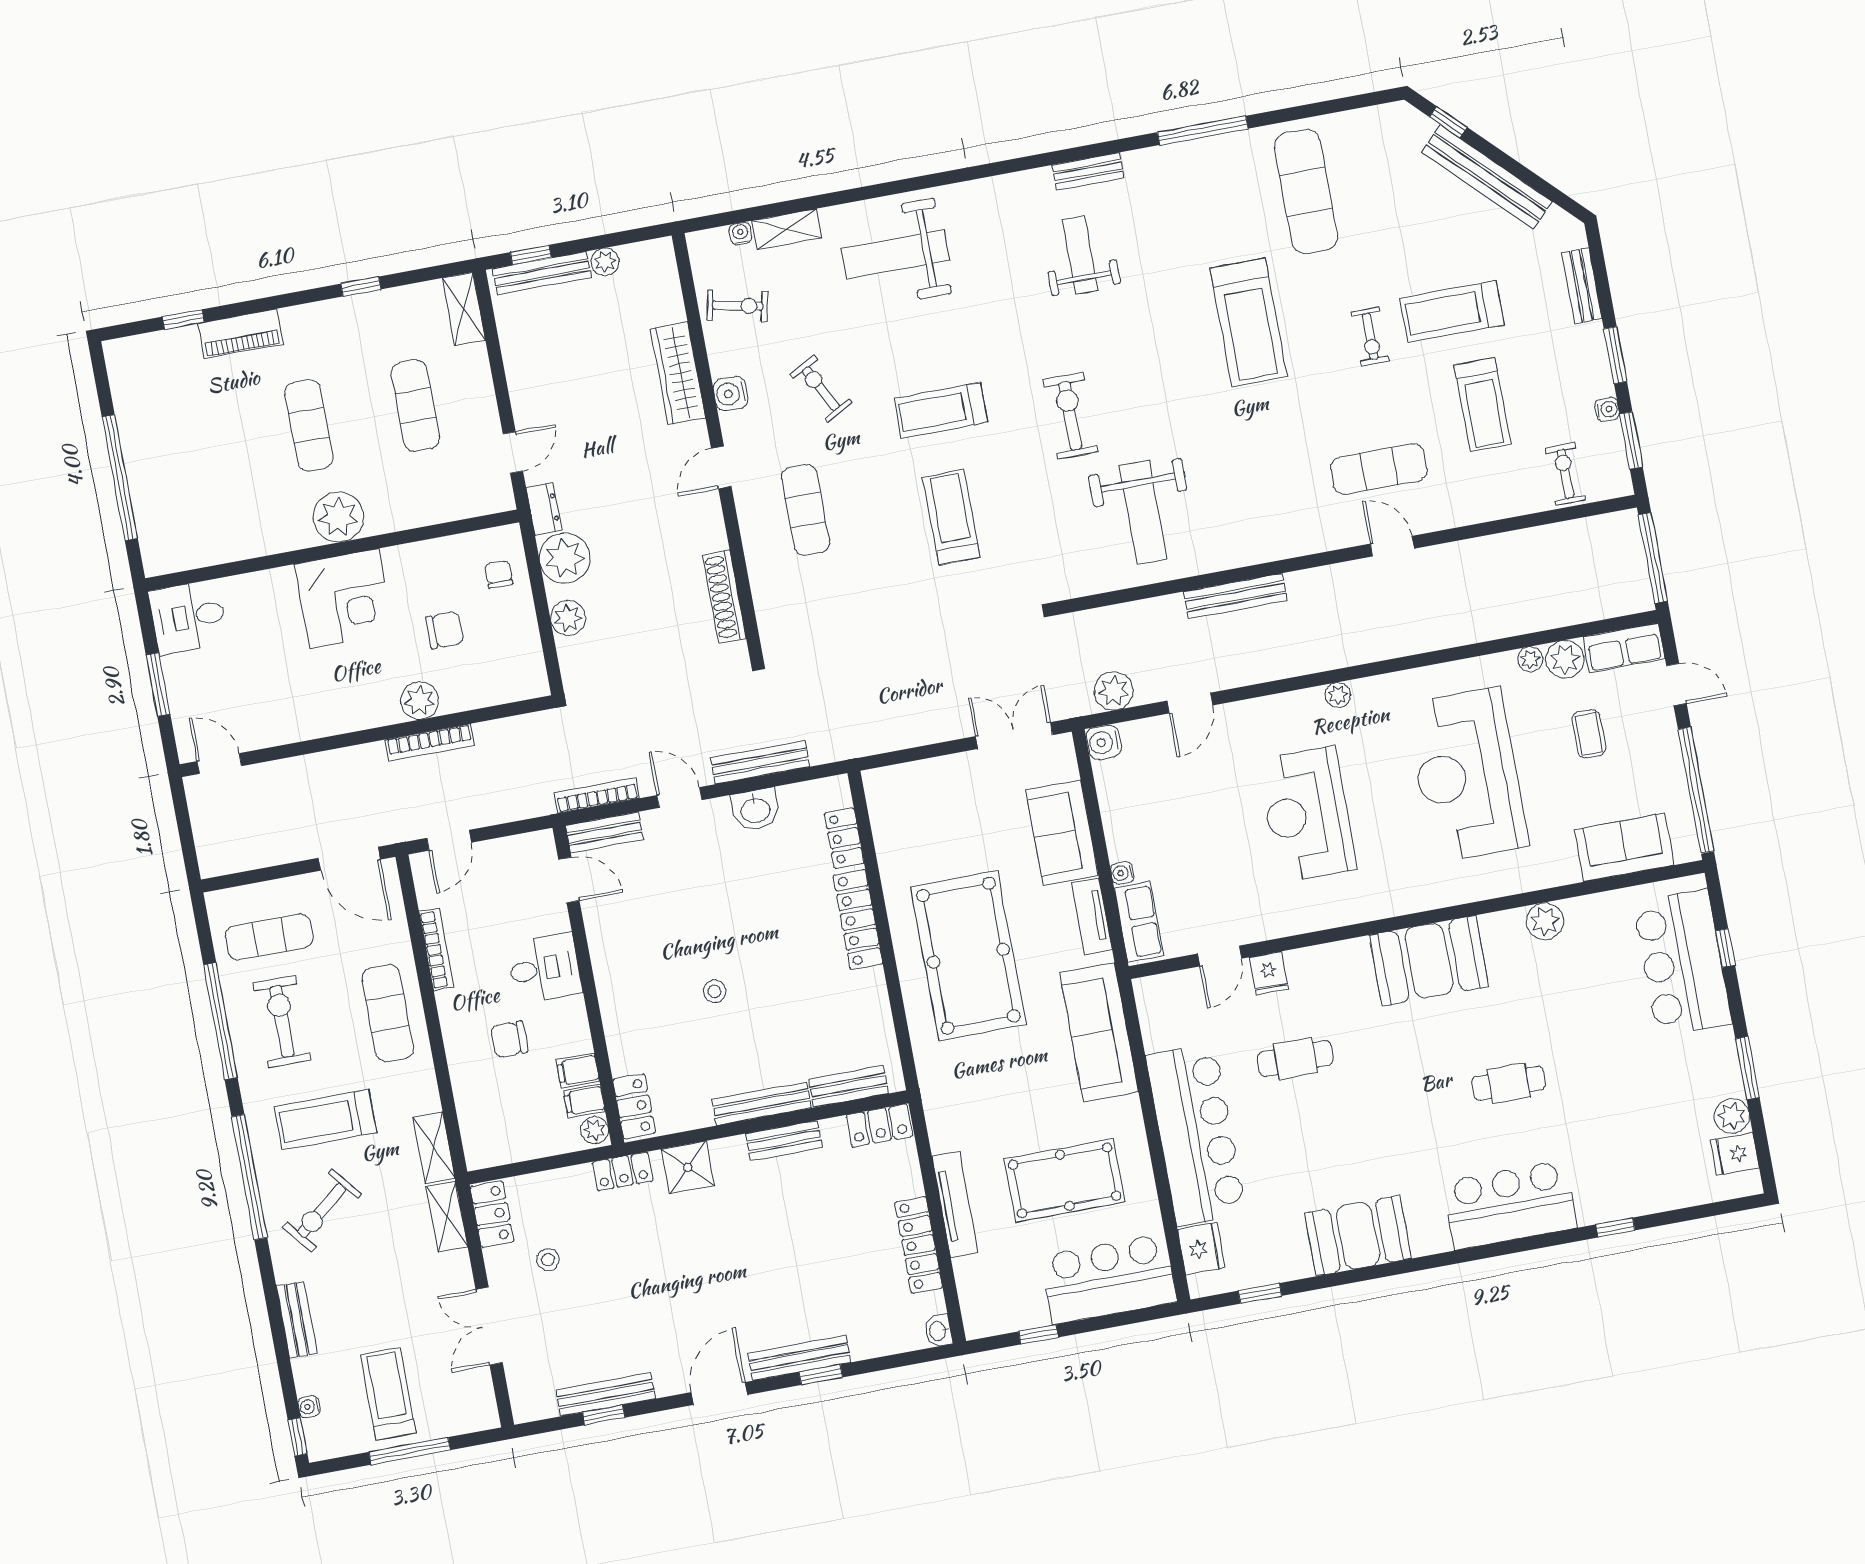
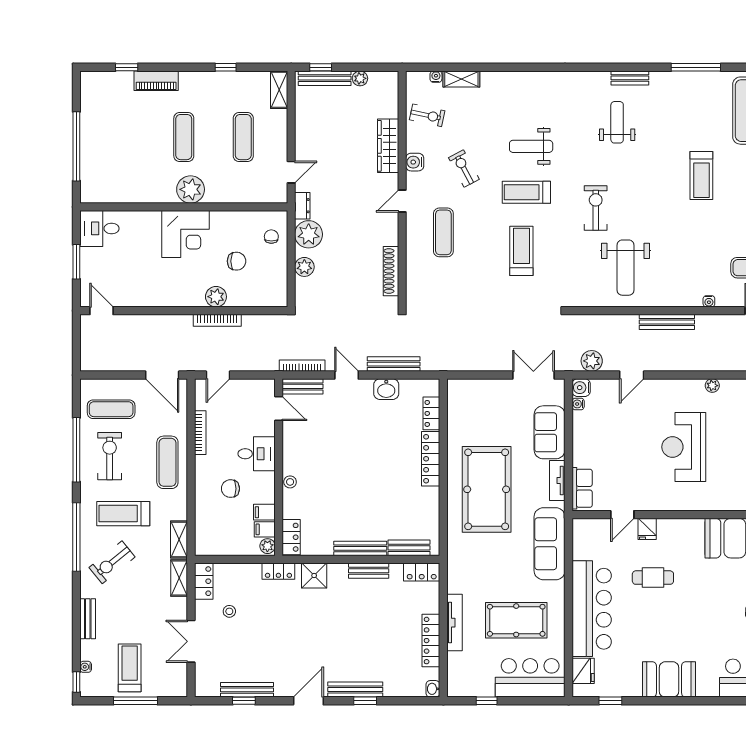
weight bench: (896, 254) -> (531, 146), moved, width x0.73, depth x0.75
treadmill: (1249, 322) -> (701, 175), width x0.73, depth x0.73
water cooler: (1304, 545) -> (709, 301), added
water cooler: (1122, 873) -> (578, 404), moved
stool: (715, 991) -> (290, 482), moved

